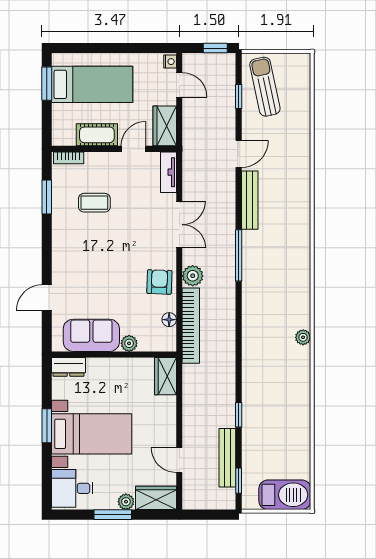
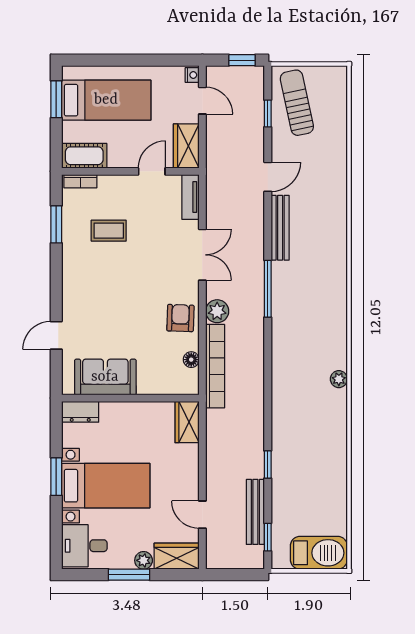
cot: (97, 135) -> (84, 156), moved
plant: (129, 343) -> (147, 386), removed

